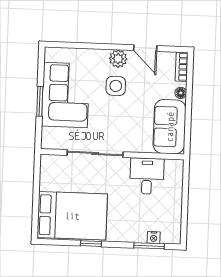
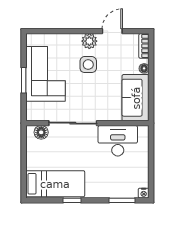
door: (145, 48) -> (112, 31), swing flipped
floor lamp: (58, 163) -> (41, 132), added
desk: (147, 176) -> (118, 141), width x1.37
bed: (72, 216) -> (55, 184), width x0.67
nightstand: (154, 237) -> (144, 193), moved

